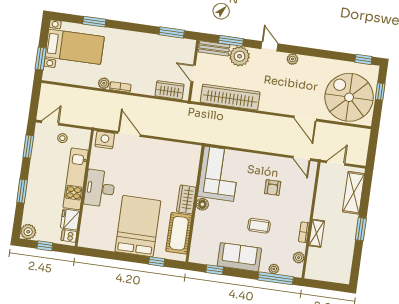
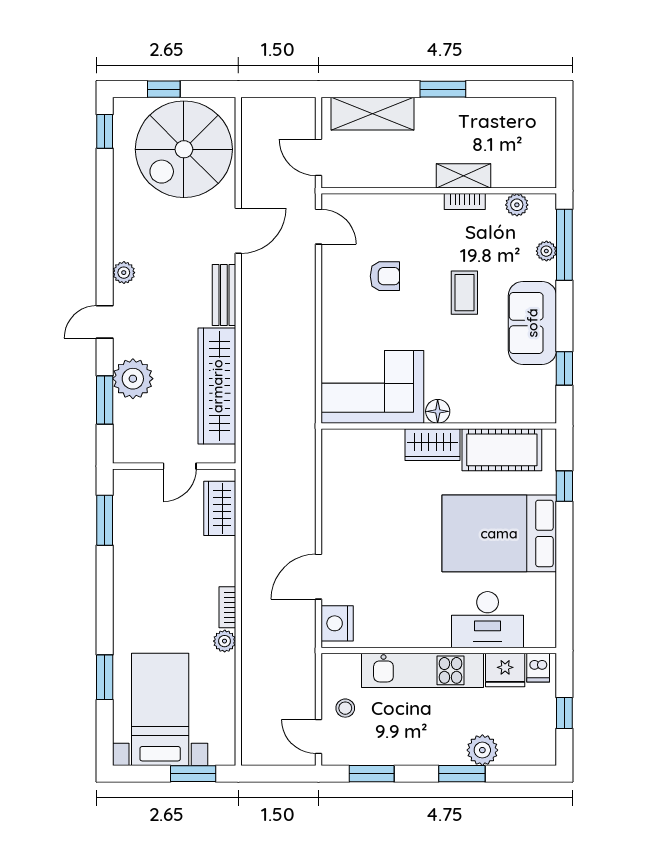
bench: (214, 48) -> (224, 295), moved
door: (302, 158) -> (319, 227), hinge flipped
desk: (100, 188) -> (488, 620), moved
plant: (28, 232) -> (482, 750), moved

